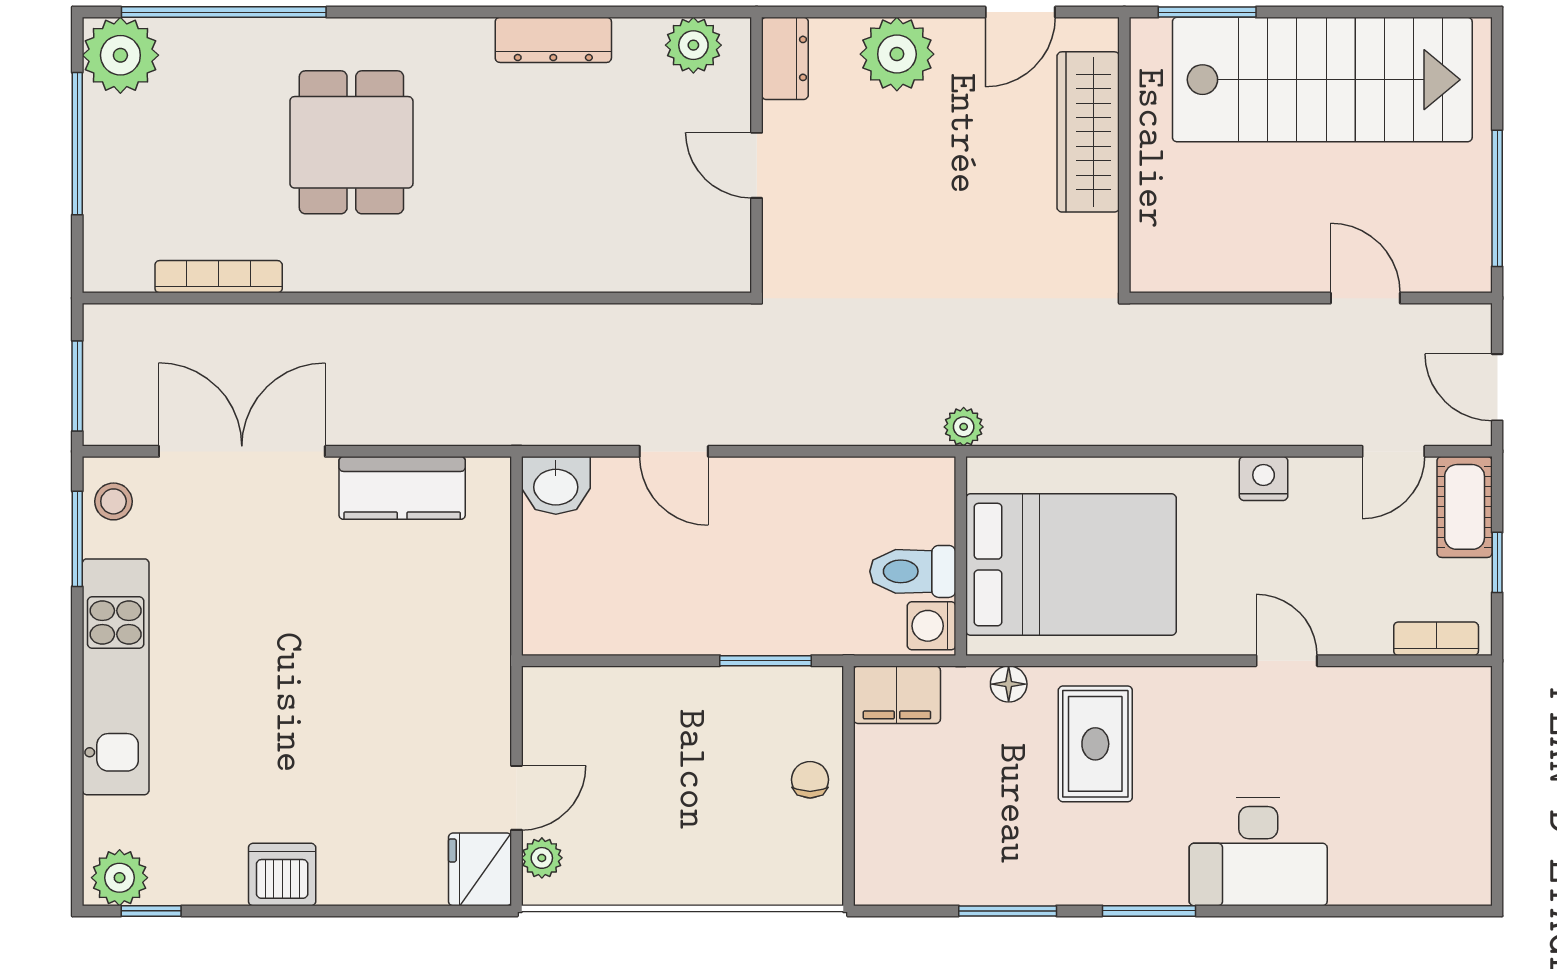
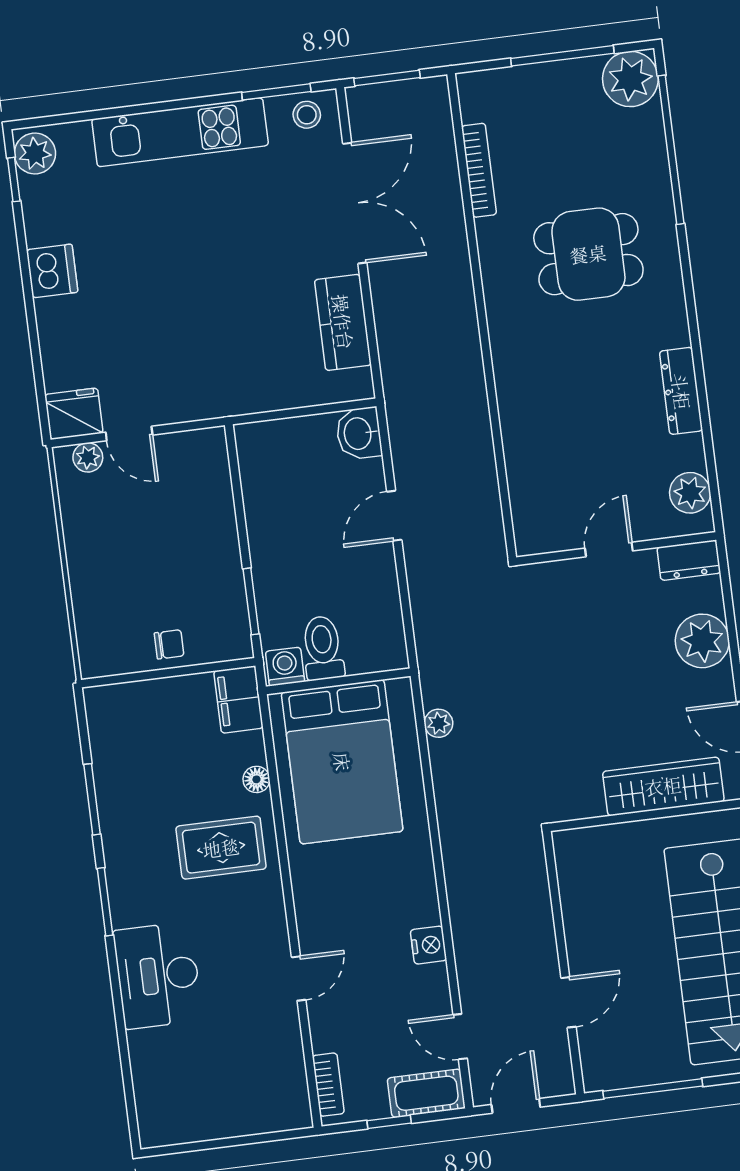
wall: (961, 556) -> (338, 681), moved
bed: (1071, 565) -> (342, 762), moved
toilet: (913, 571) -> (323, 648), moved
washing machine: (932, 626) -> (285, 667), moved

